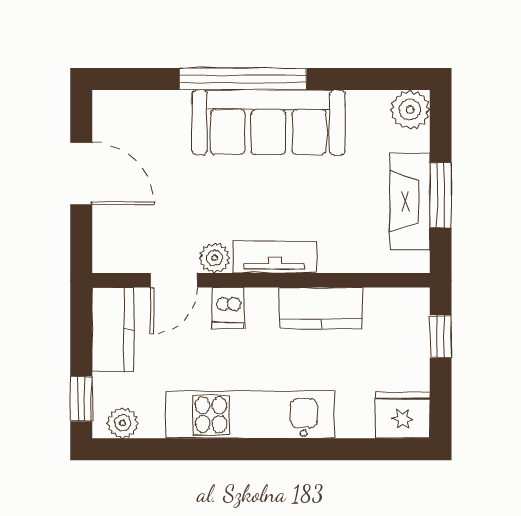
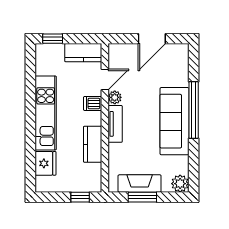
door: (174, 280) -> (105, 80), swing flipped
fridge: (403, 415) -> (46, 163), moved
plant: (123, 423) -> (42, 57), removed

